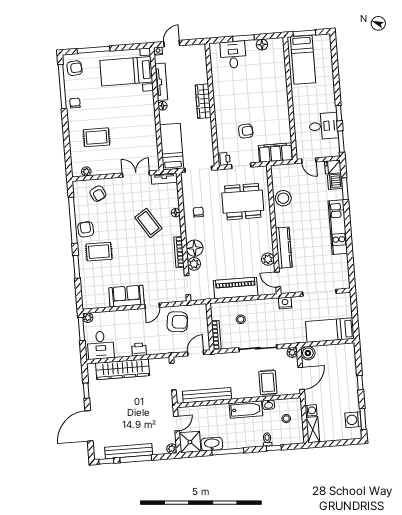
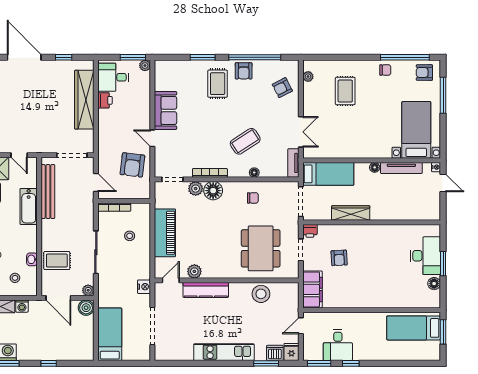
desk: (233, 55) -> (425, 256), width x1.37
armchair: (74, 68) -> (424, 73), turned 95
wardrobe: (203, 101) -> (351, 213), moved
armchair: (86, 229) -> (244, 71), turned 94
printer: (139, 349) -> (105, 100), moved
bathtub: (246, 409) -> (29, 207), moved

